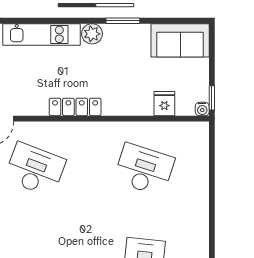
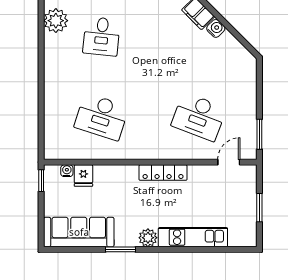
sofa: (180, 40) -> (79, 232), width x1.36
water cooler: (202, 109) -> (67, 171), moved

